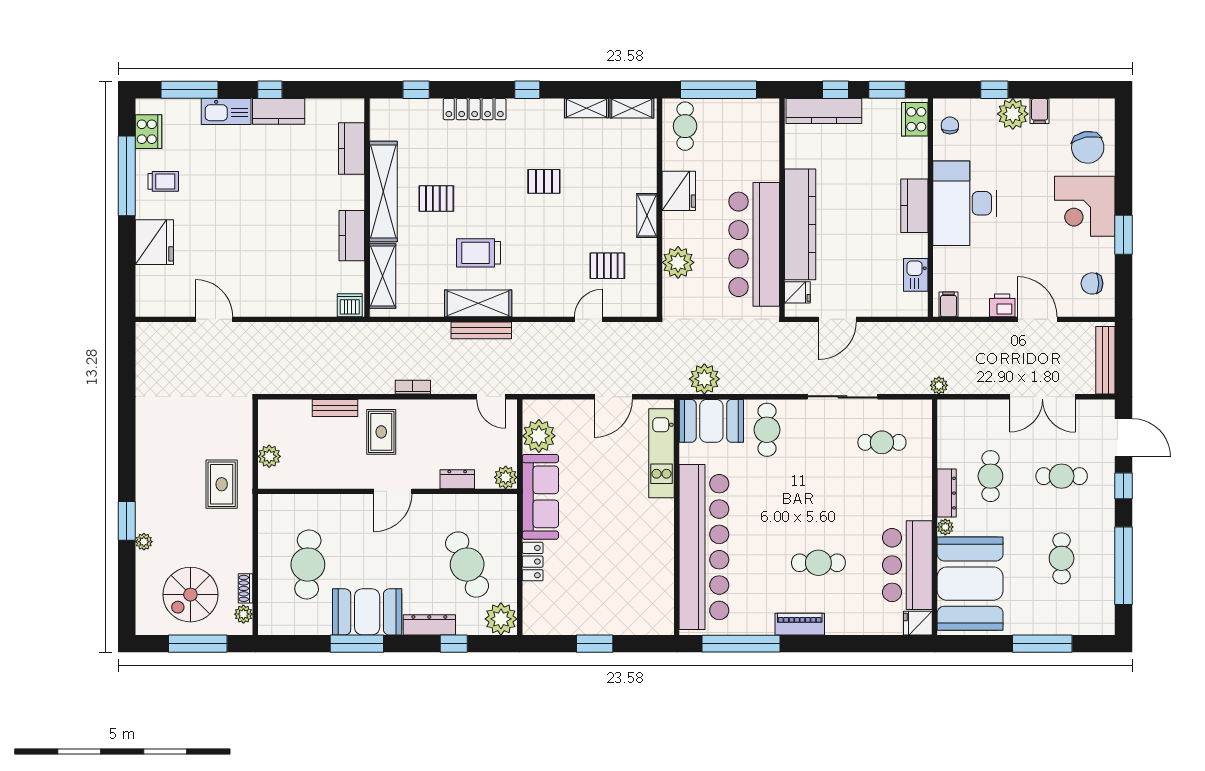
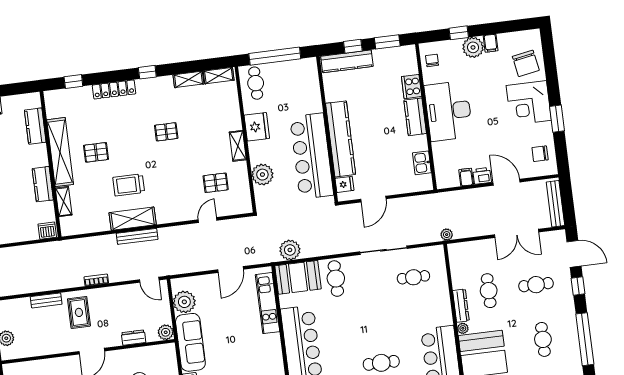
cooker: (915, 119) -> (412, 87), moved
shelving: (383, 276) -> (64, 202), width x0.67, depth x0.75
filing cabinet: (949, 304) -> (466, 177), moved

